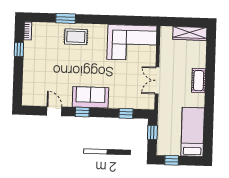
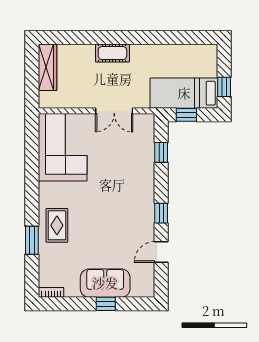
window: (19, 49) -> (106, 304), moved
sofa: (90, 97) -> (105, 283), moved, turned 90
bed: (193, 132) -> (184, 93), moved

